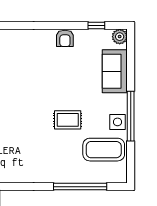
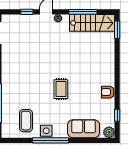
rug: (68, 120) -> (61, 89), moved
coffee table: (104, 150) -> (26, 121), width x0.73, depth x0.76

